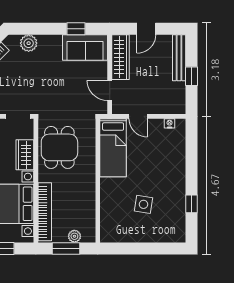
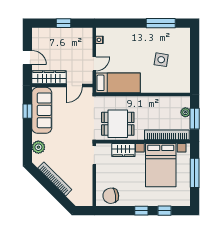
sofa: (85, 48) -> (42, 110), width x1.36
bench: (179, 58) -> (50, 33), removed
window: (191, 204) -> (161, 23), width x2.17

